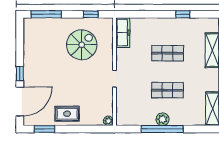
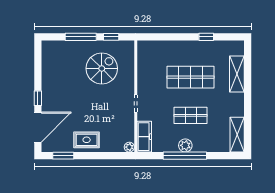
window: (46, 14) -> (81, 37), moved
freezer: (123, 33) -> (144, 137), moved
shop shelf: (168, 53) -> (191, 77), width x1.43, depth x1.36

